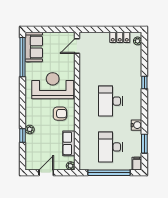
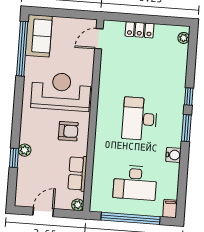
locker: (120, 37) -> (139, 30), moved
window: (144, 144) -> (186, 128), moved
desk: (110, 147) -> (135, 183), turned -90

